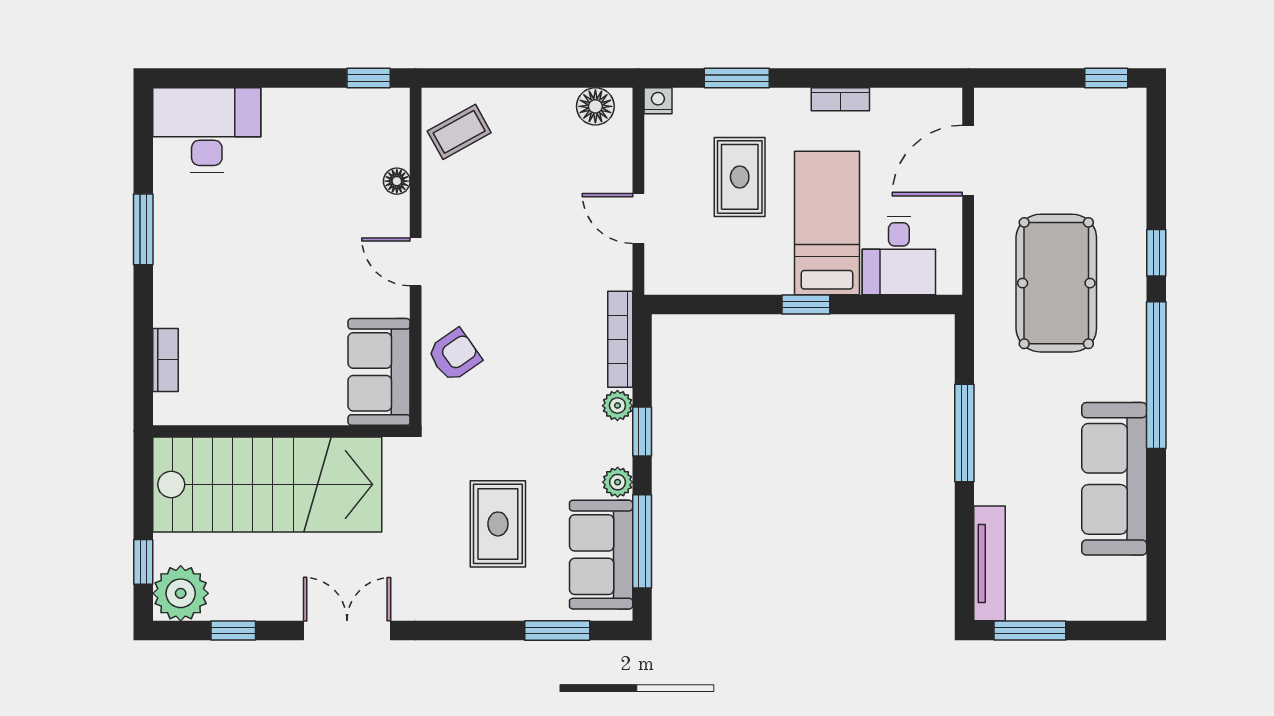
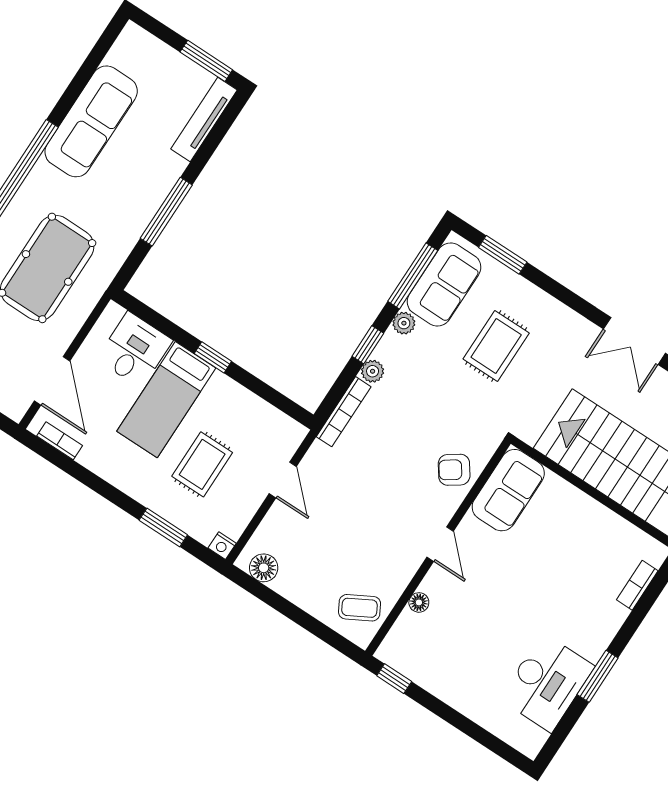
bookcase: (840, 99) -> (60, 441), moved
desk: (207, 130) -> (547, 683), moved, turned -90
door: (968, 161) -> (52, 381), hinge flipped

